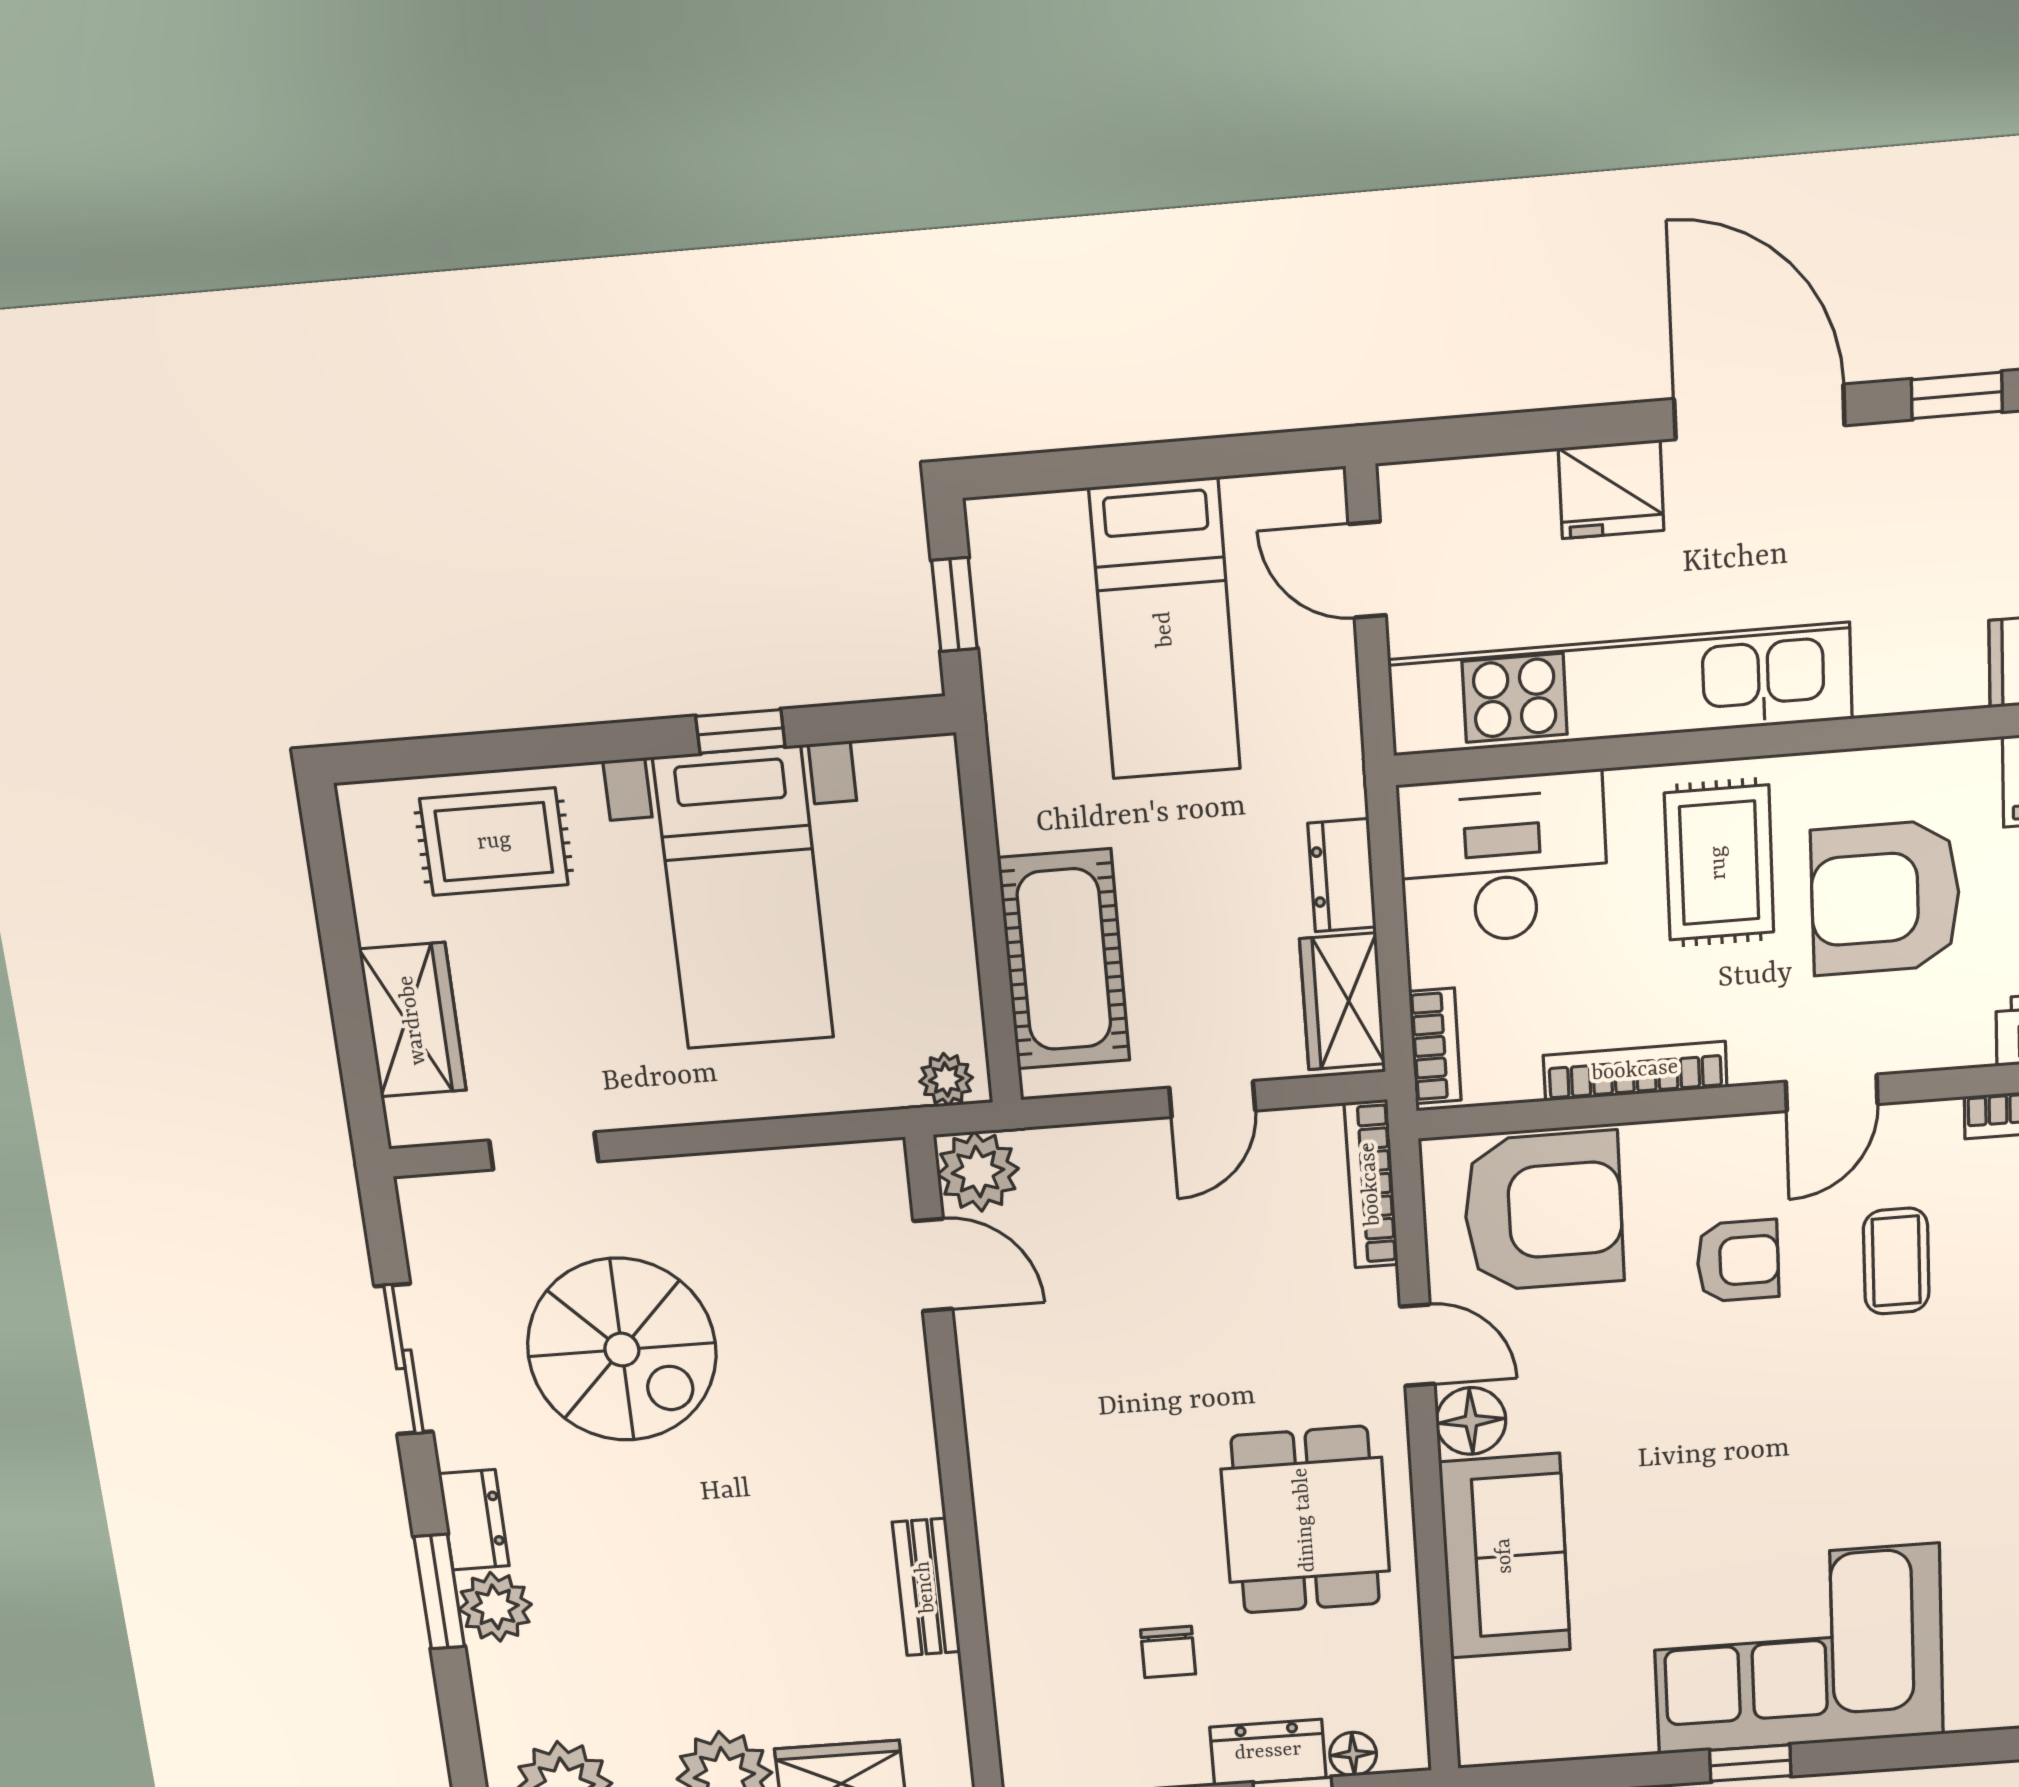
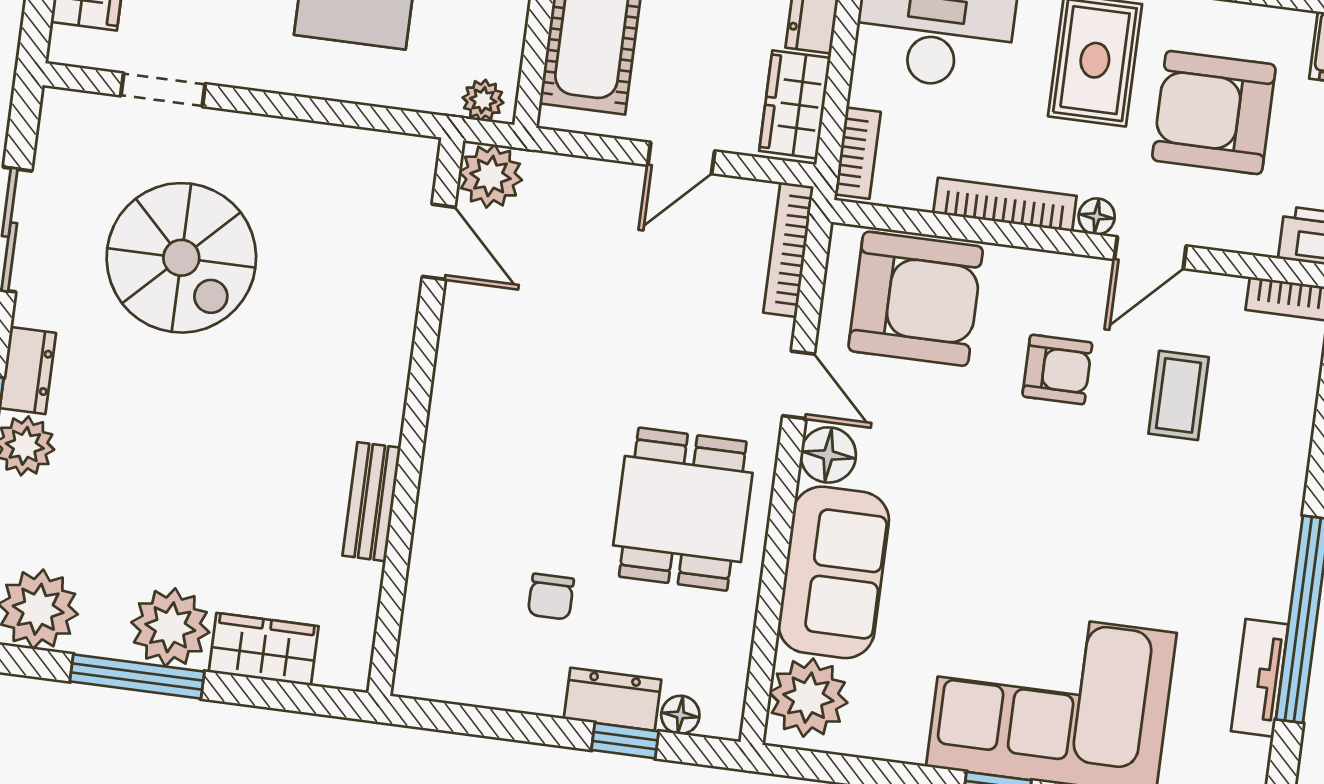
floor lamp: (1755, 1062) -> (1097, 216), added
plant: (1503, 1705) -> (808, 698), added

